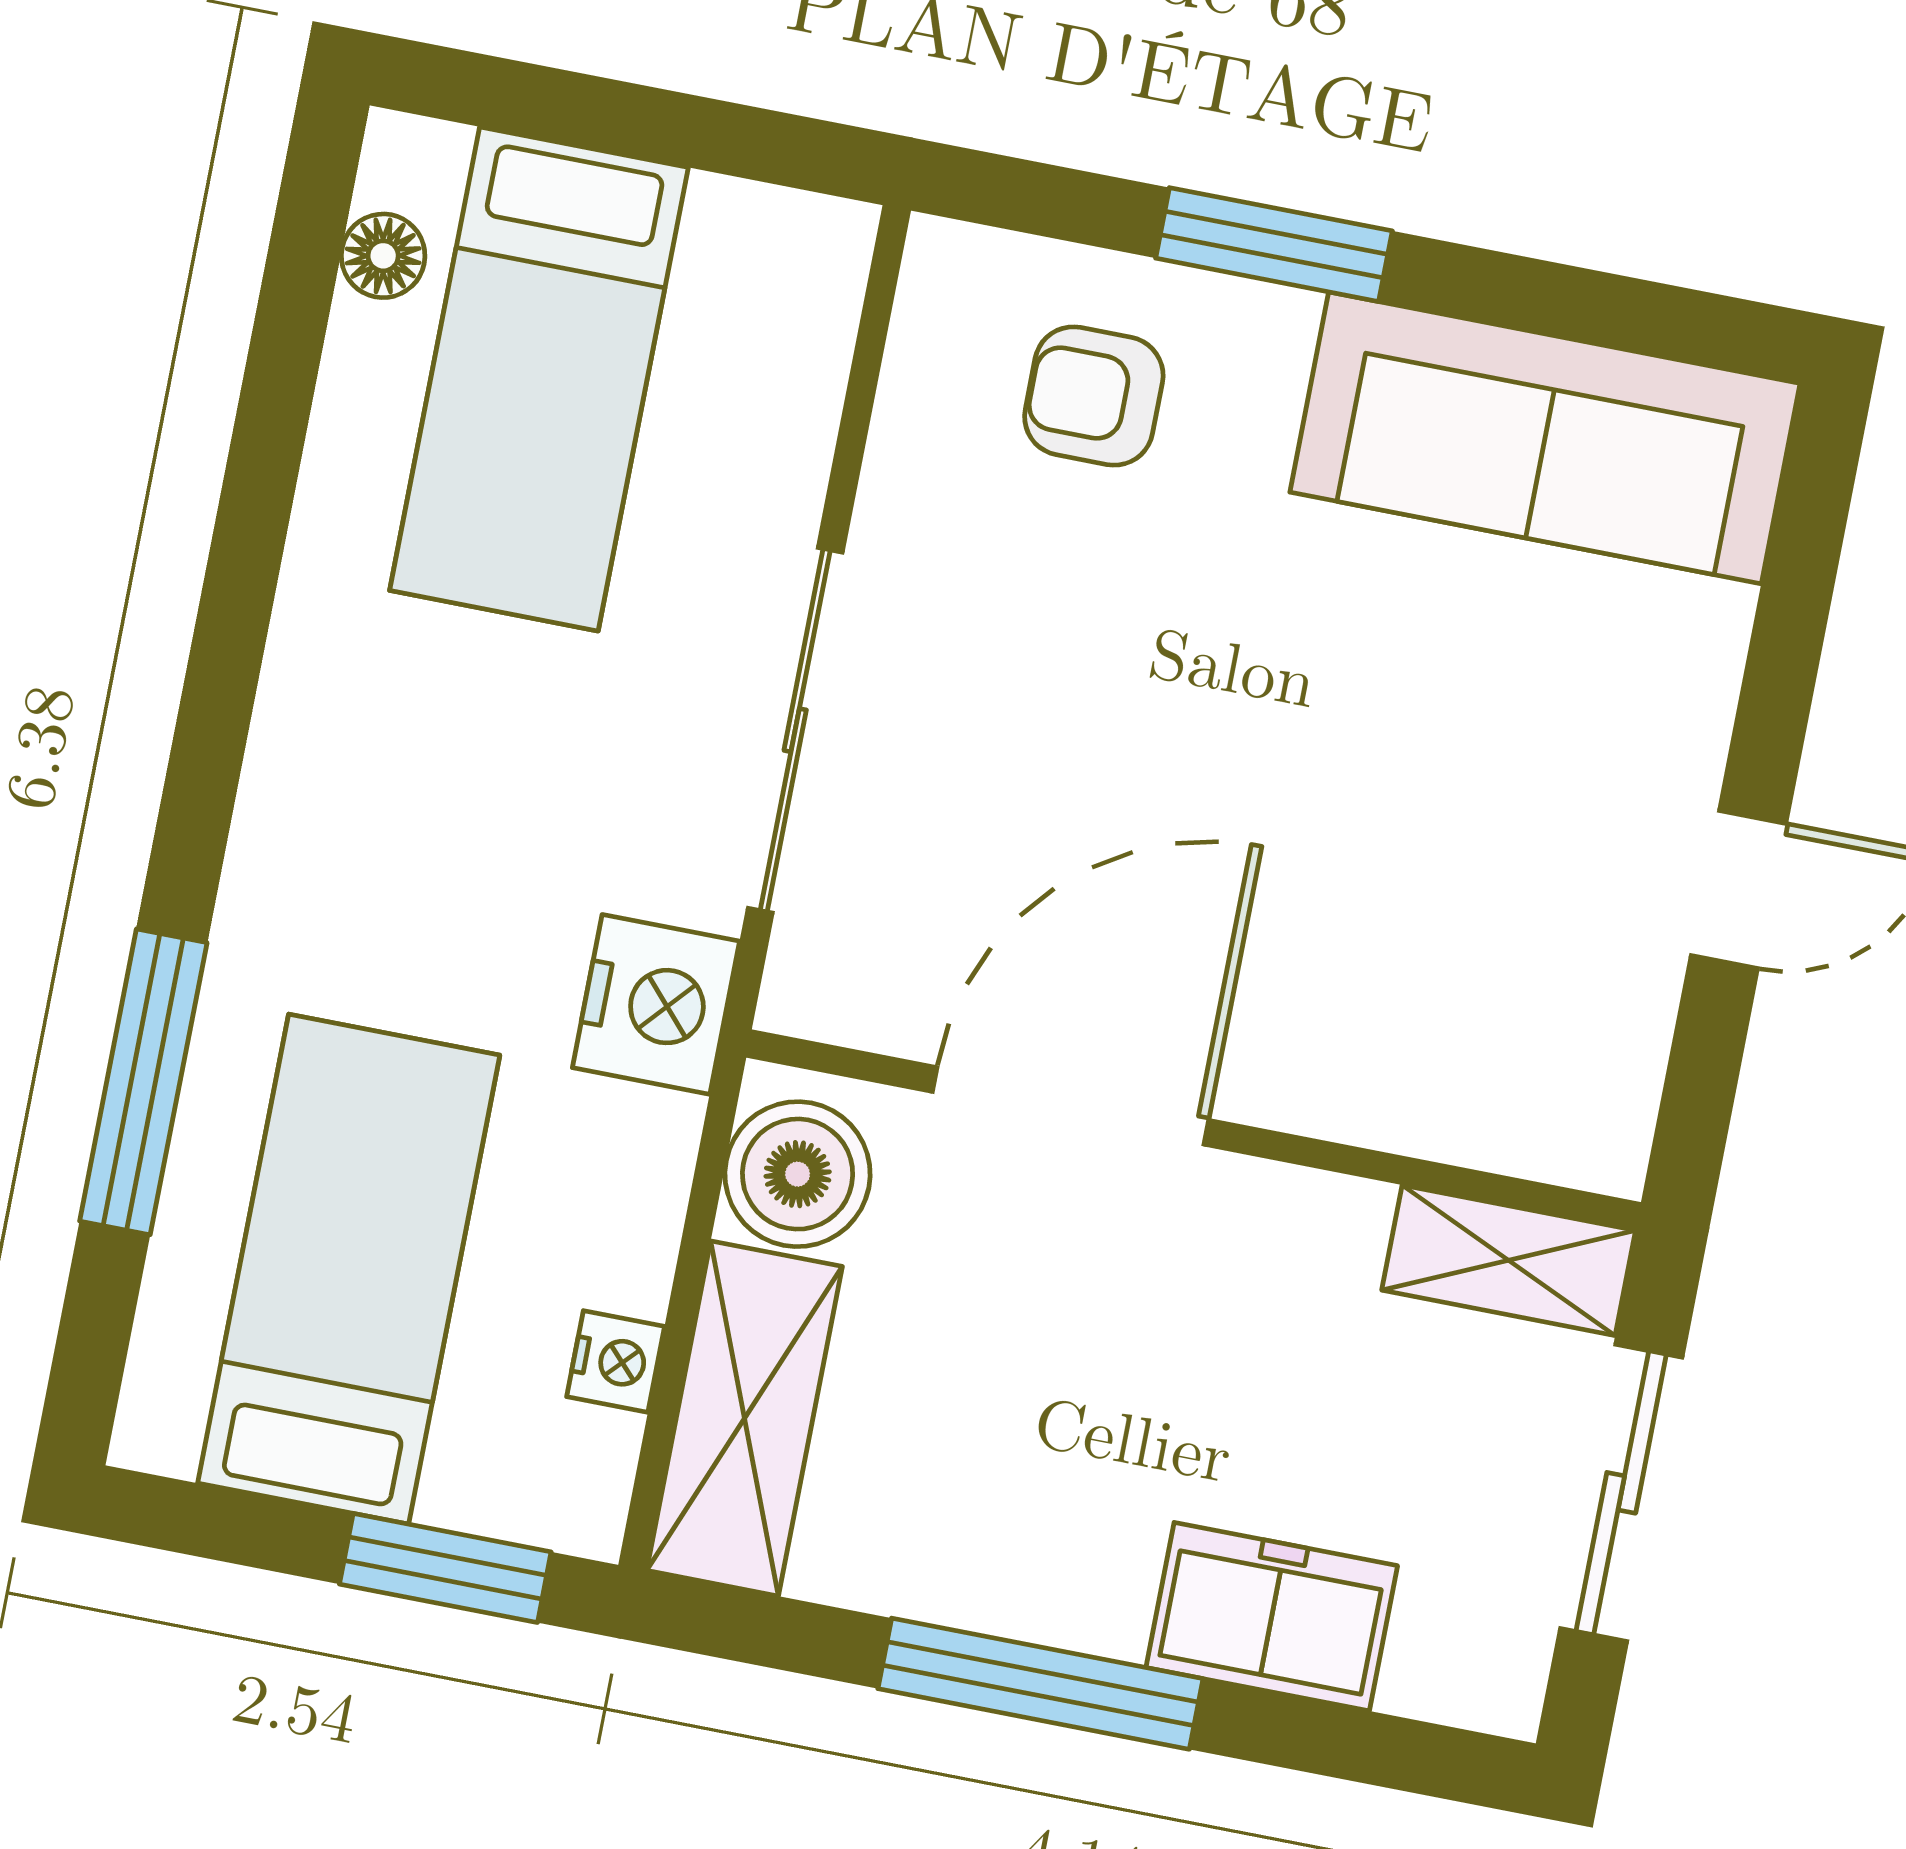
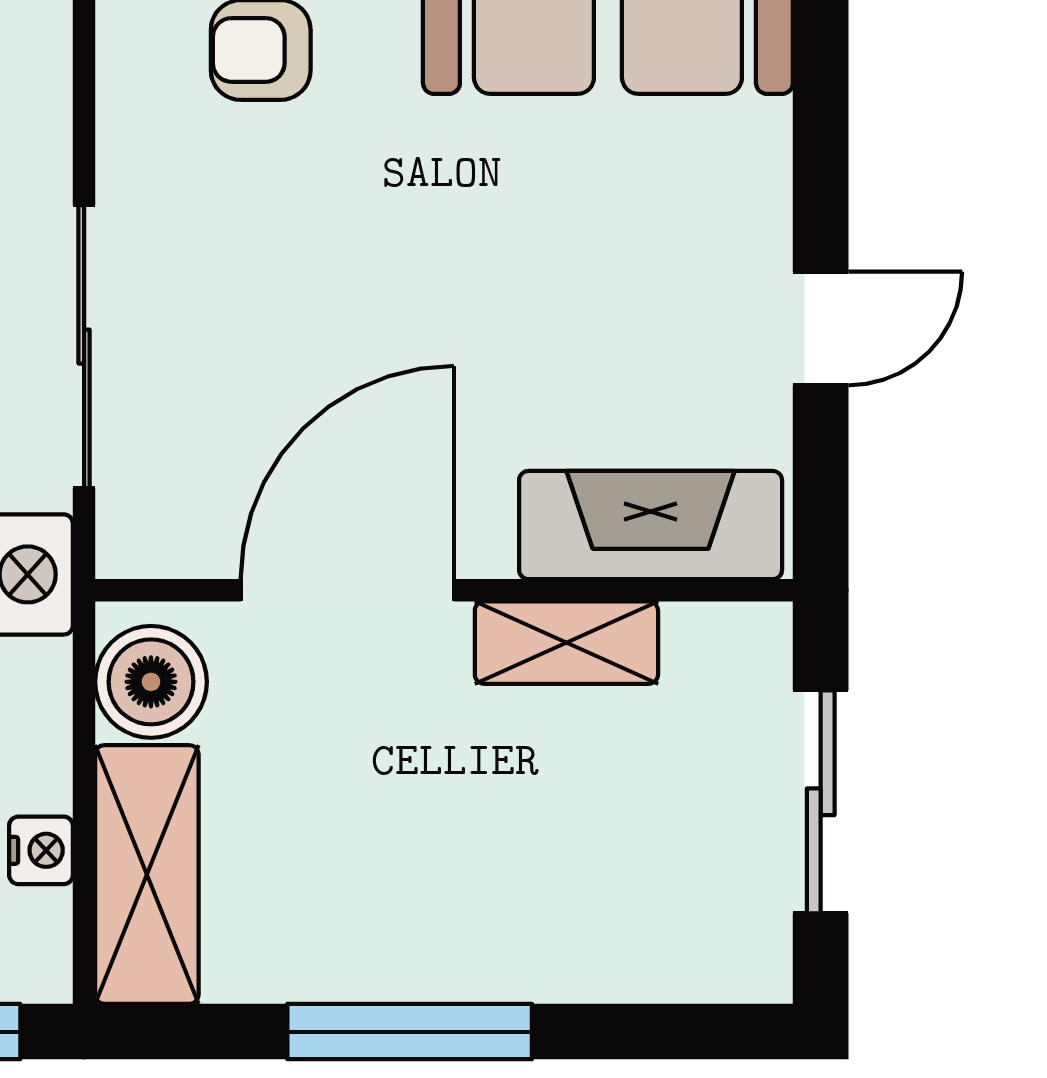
fireplace: (1473, 1098) -> (651, 525), added
shelving: (1509, 1260) -> (566, 643), moved
freezer: (1272, 1617) -> (575, 947), removed

